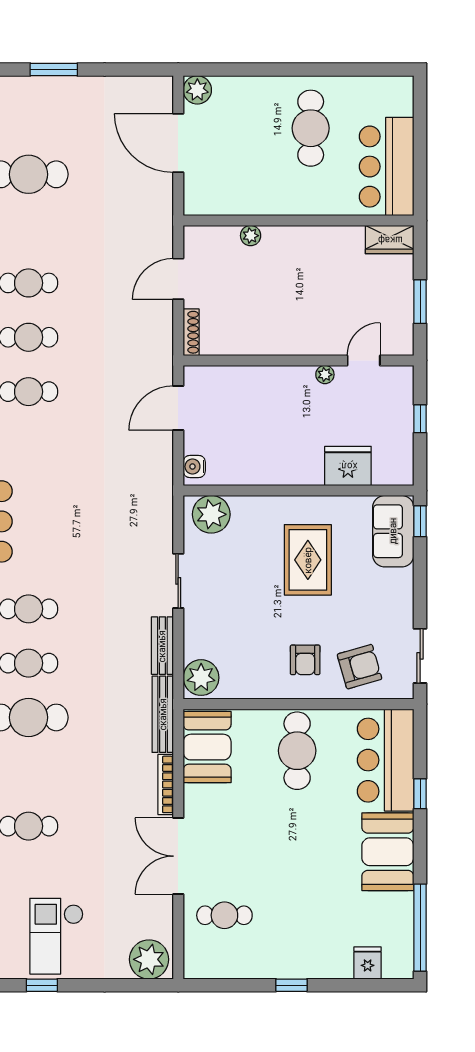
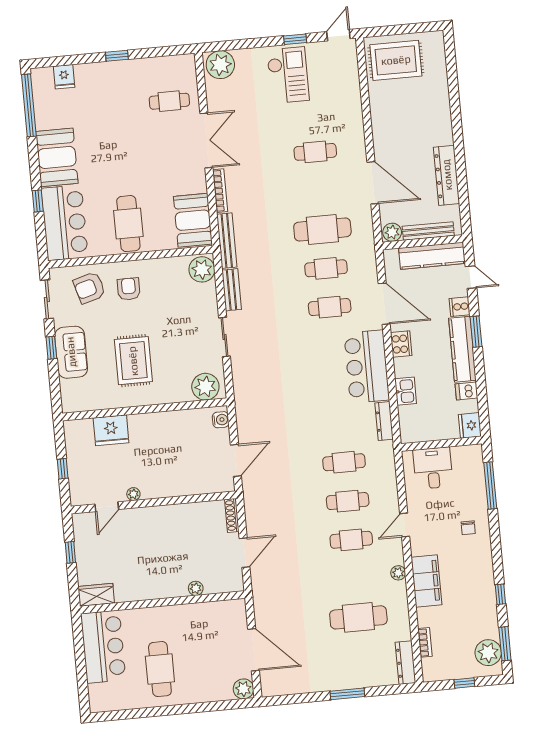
window: (420, 302) -> (70, 552), width x0.67
window: (420, 521) -> (51, 348), moved
sofa: (393, 531) -> (71, 352), moved

